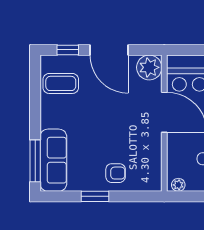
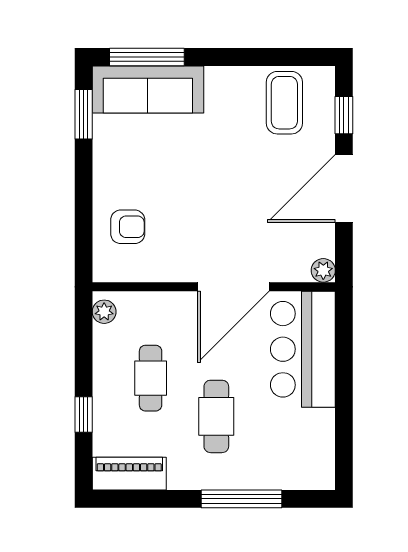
plant: (149, 67) -> (323, 270), width x0.53, depth x0.53
armchair: (116, 173) -> (128, 227), moved, turned -90
window: (95, 196) -> (84, 114), moved

